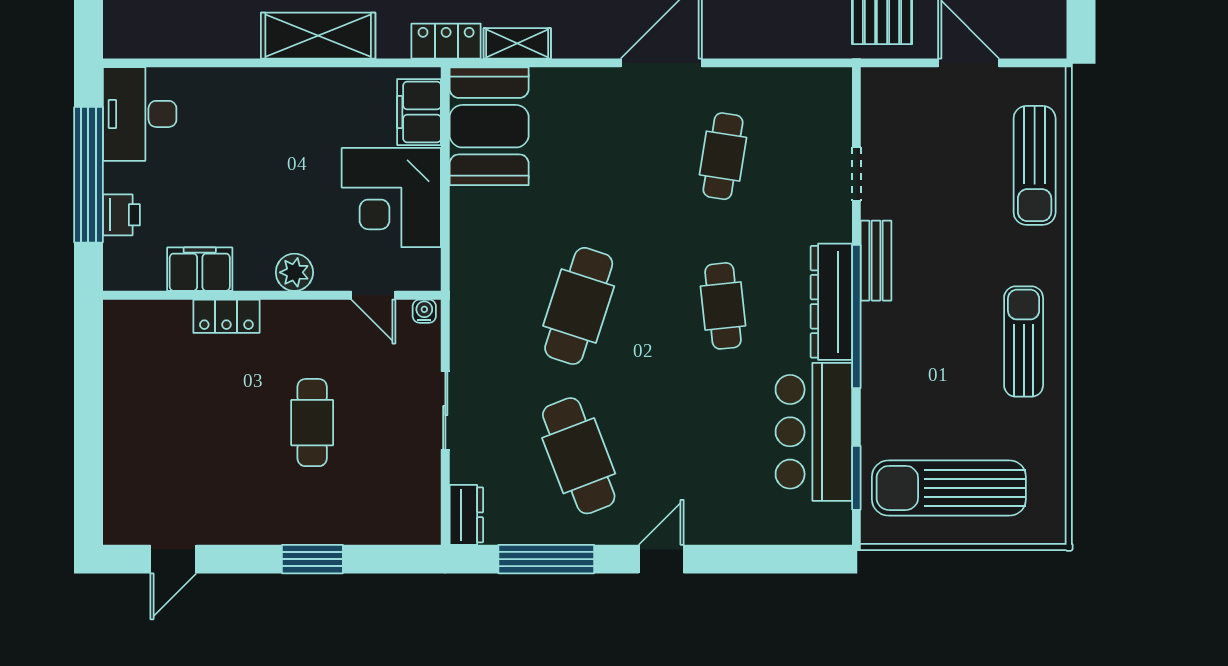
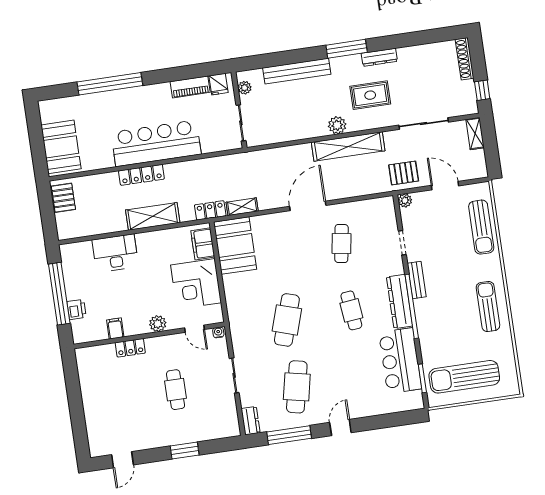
plant: (876, 82) -> (405, 200), added
desk: (140, 114) -> (115, 253), moved, turned 90
filing cabinet: (200, 269) -> (115, 329), width x0.50
cafe table: (579, 456) -> (297, 387), turned 33

